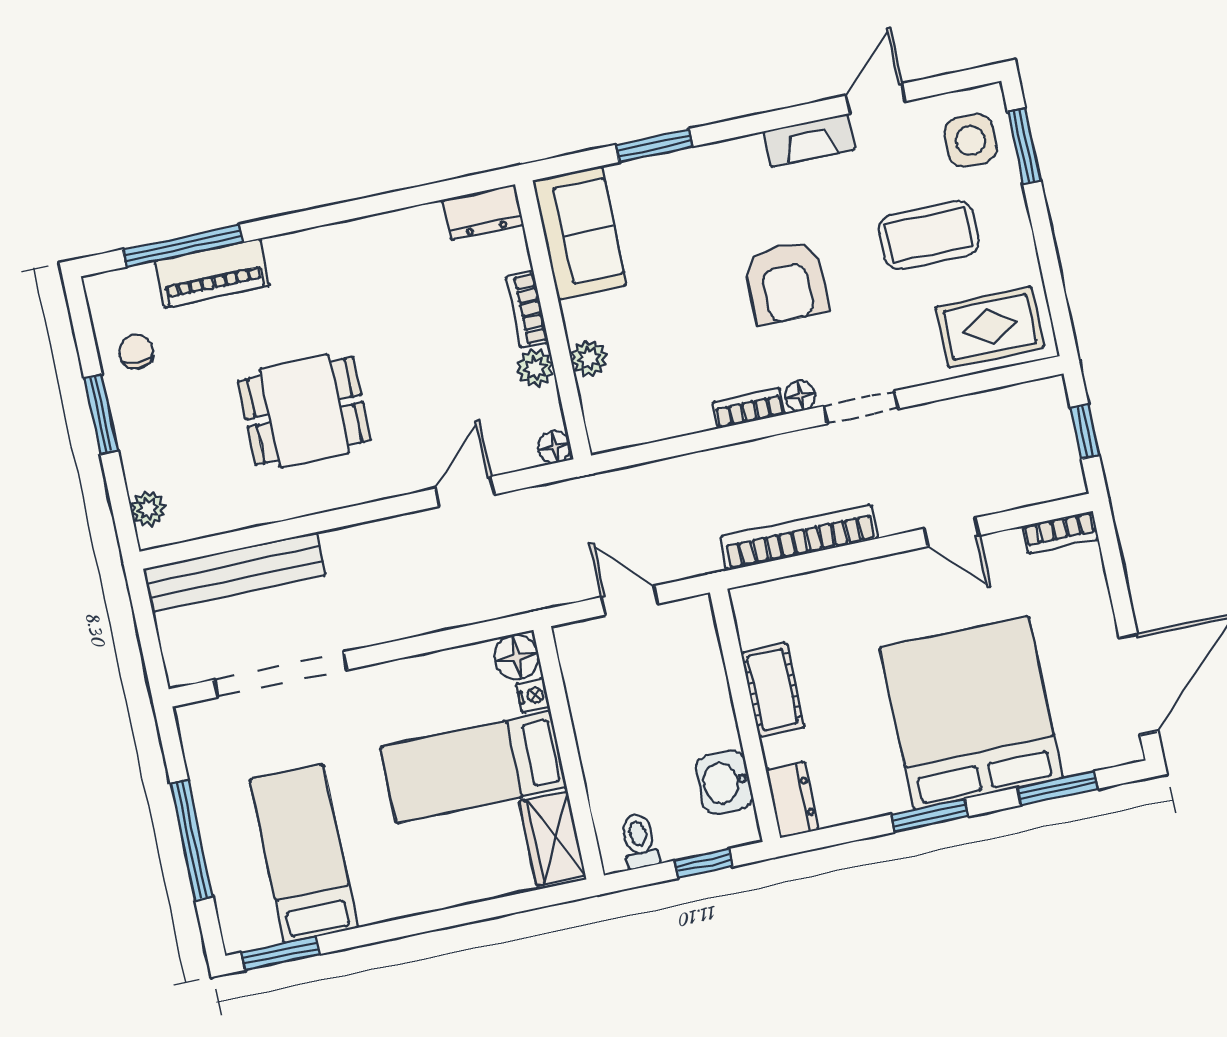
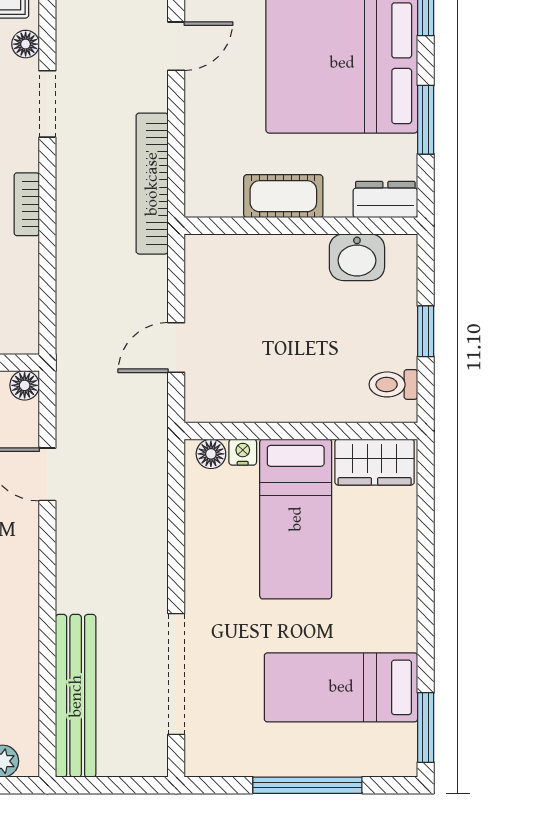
floor lamp: (800, 396) -> (26, 44), moved
floor lamp: (517, 657) -> (211, 454), width x0.73, depth x0.73
cot: (773, 690) -> (283, 196), moved
wall: (745, 715) -> (301, 226), moved
washbasin: (724, 782) -> (357, 257), moved
dresser: (792, 800) -> (385, 200), moved

